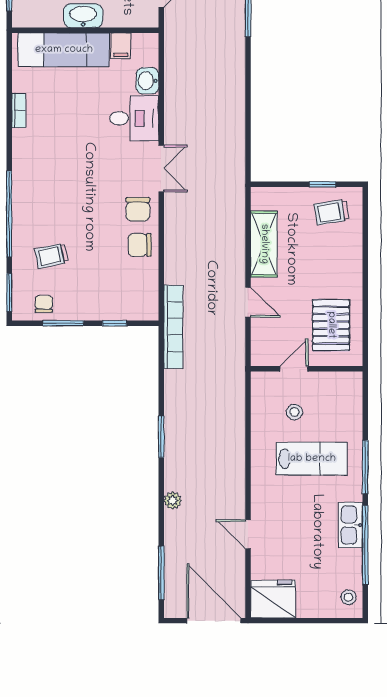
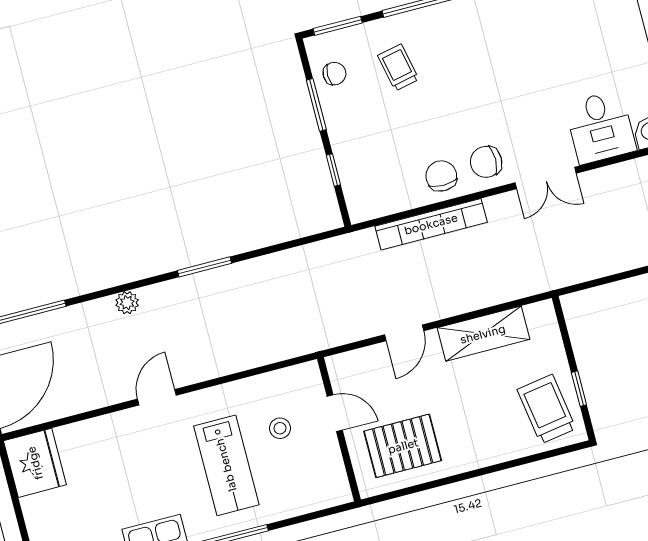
trolley: (332, 212) -> (547, 409), width x1.36, depth x1.39
bookcase: (173, 327) -> (431, 224), moved
door: (248, 534) -> (157, 397), moved

